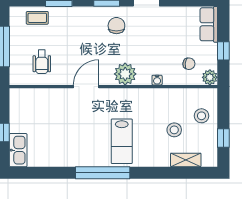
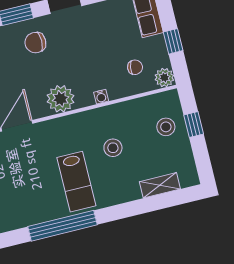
chair: (116, 26) -> (35, 43), turned -90
stool: (174, 130) -> (113, 148), moved
window: (223, 138) -> (194, 125), moved

